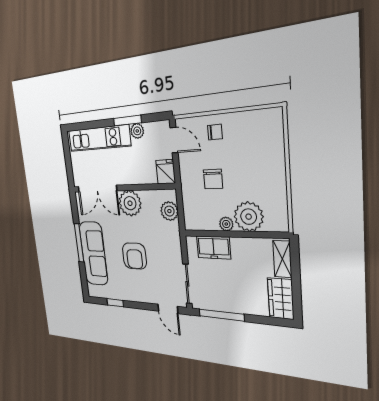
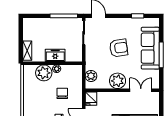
double door: (97, 189) -> (141, 90), width x0.73
freezer: (214, 247) -> (55, 55), moved
armchair: (134, 256) -> (119, 48), turned 82
wardrobe: (281, 299) -> (29, 29), removed

